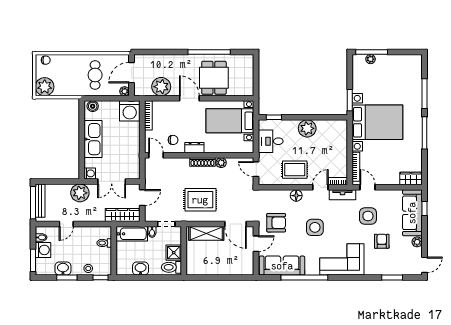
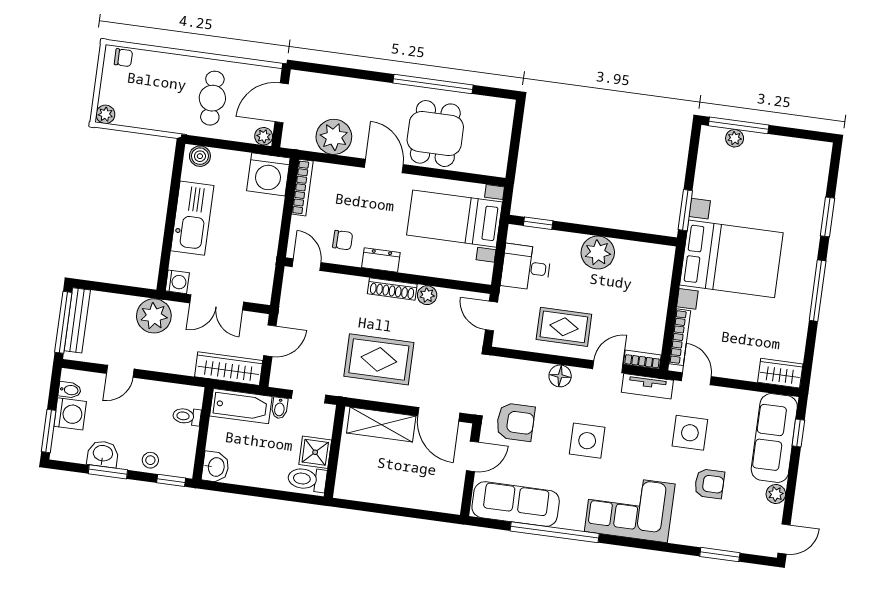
plant: (45, 87) -> (105, 114), width x0.53, depth x0.53
window: (425, 94) -> (828, 217), width x0.69
armchair: (382, 241) -> (709, 484), turned 90
washbasin: (141, 269) -> (216, 467), moved, turned 90

